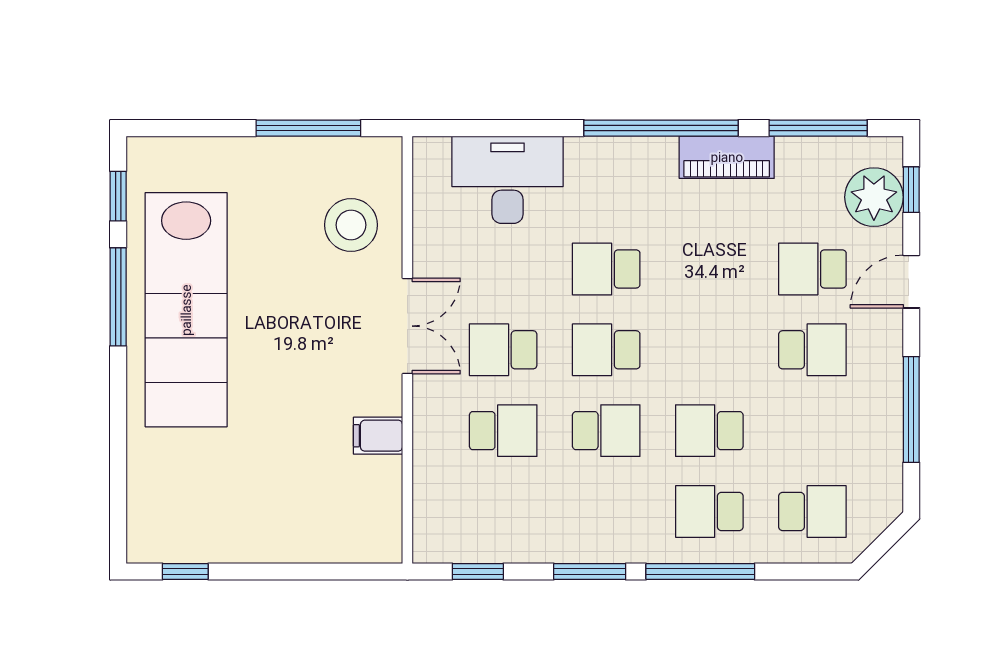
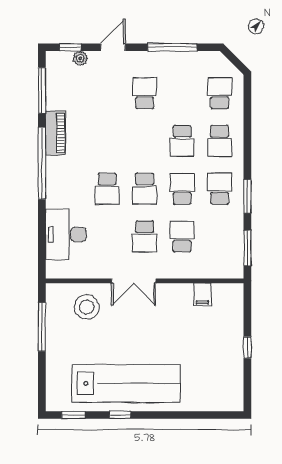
plant: (874, 197) -> (80, 58), width x0.53, depth x0.53
school desk: (812, 269) -> (220, 189), moved, turned 180
door: (911, 282) -> (113, 47), swing flipped
window: (118, 297) -> (120, 415), width x0.46
double door: (407, 326) -> (134, 281), swing flipped
filing cabinet: (378, 436) -> (202, 294), moved
window: (185, 572) -> (247, 348), moved
window: (478, 572) -> (247, 248), width x1.50
window: (700, 572) -> (247, 145), removed

